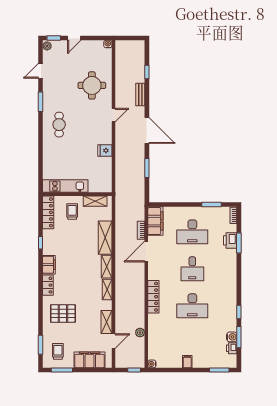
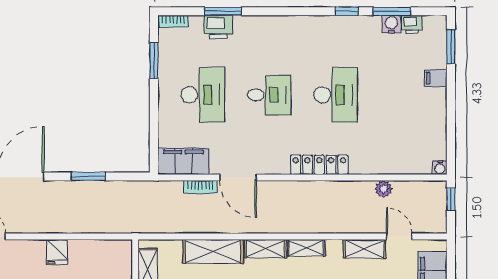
filing cabinet: (187, 362) -> (436, 78), moved

